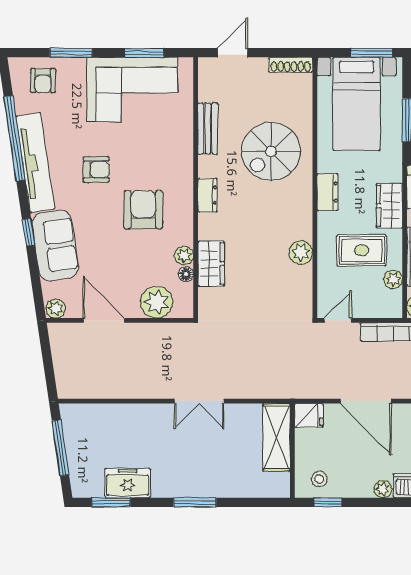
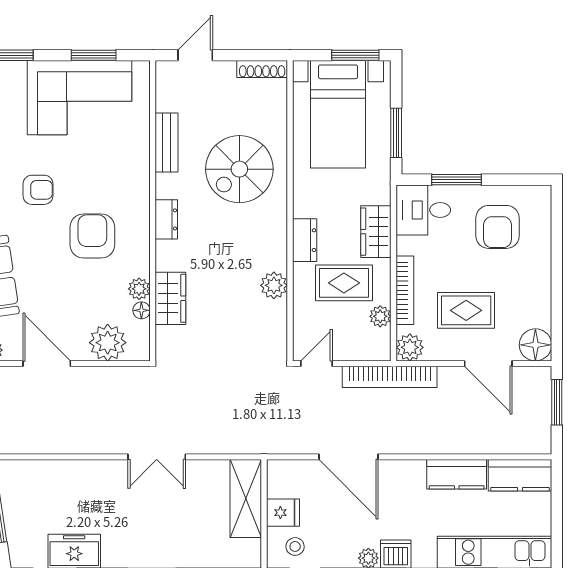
dresser: (328, 192) -> (305, 240), moved
fridge: (309, 415) -> (283, 513), moved

